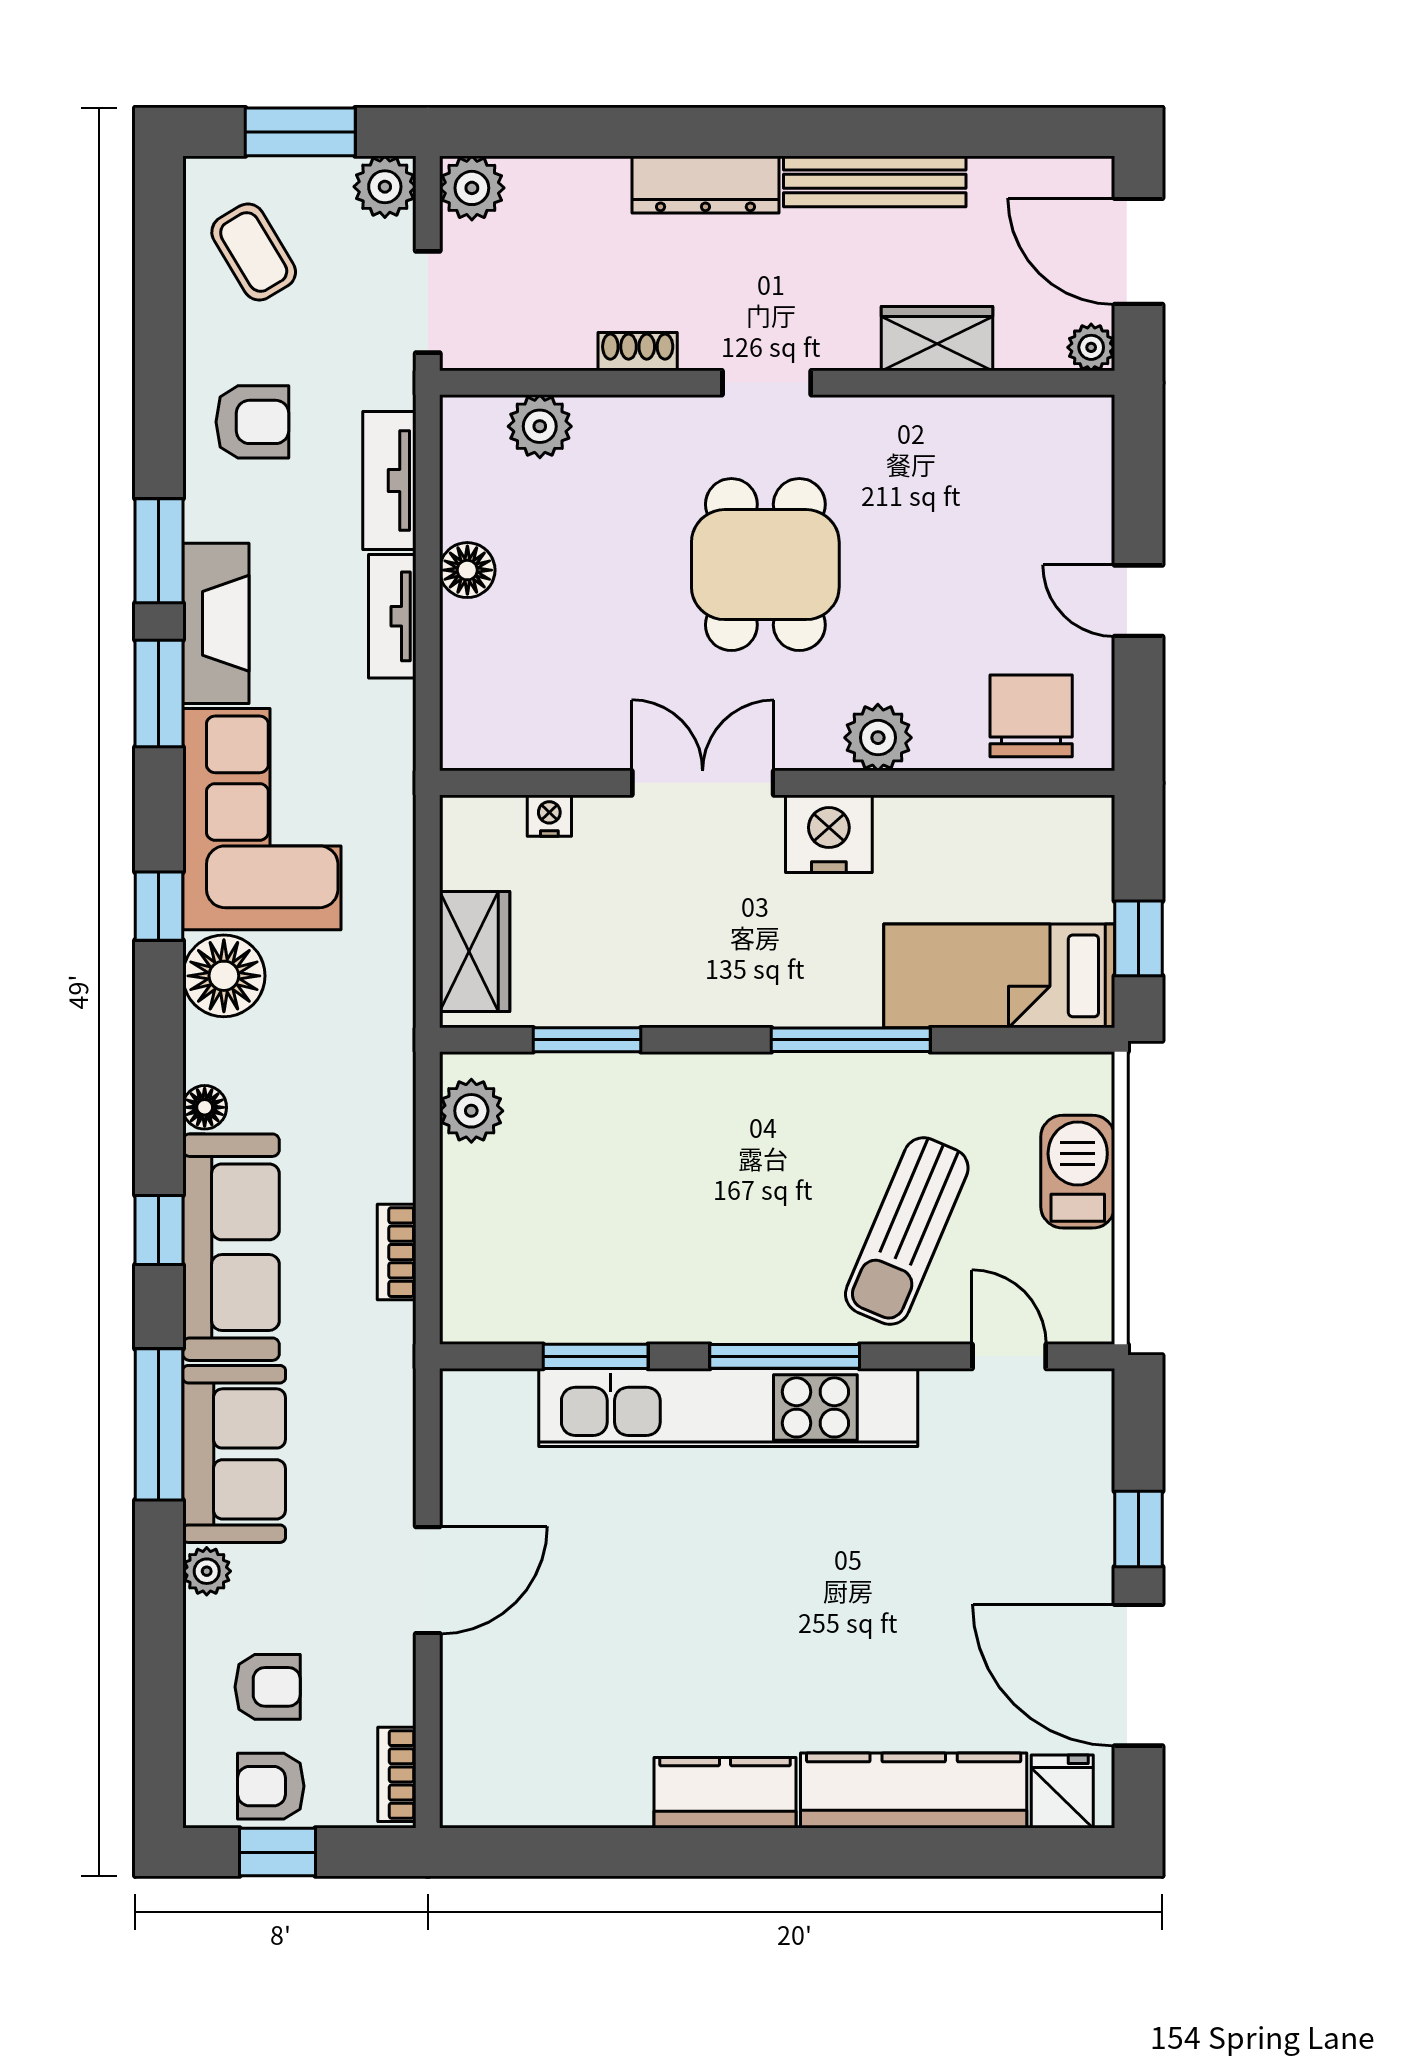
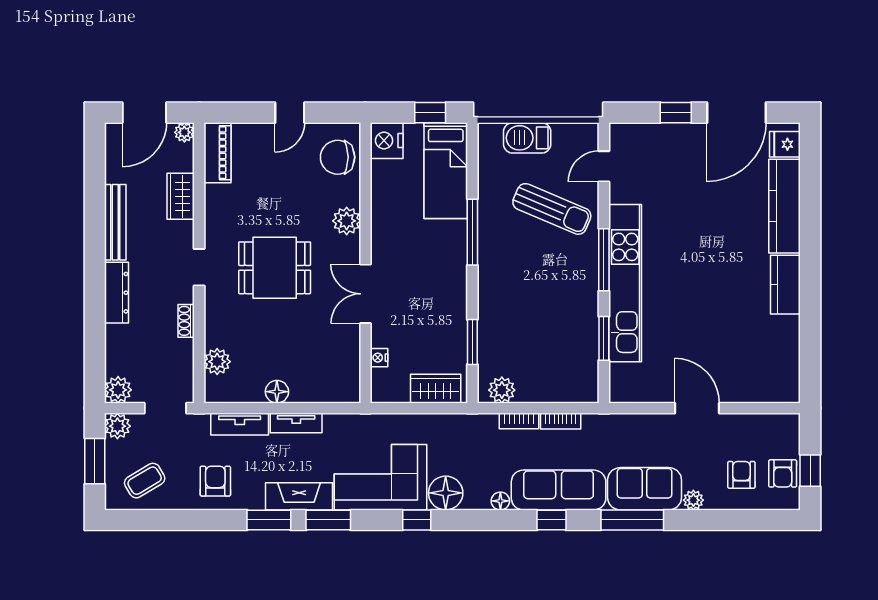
piano: (1042, 427) -> (217, 153), added
nightstand: (829, 834) -> (387, 141), moved
bookcase: (397, 1774) -> (519, 421), moved

